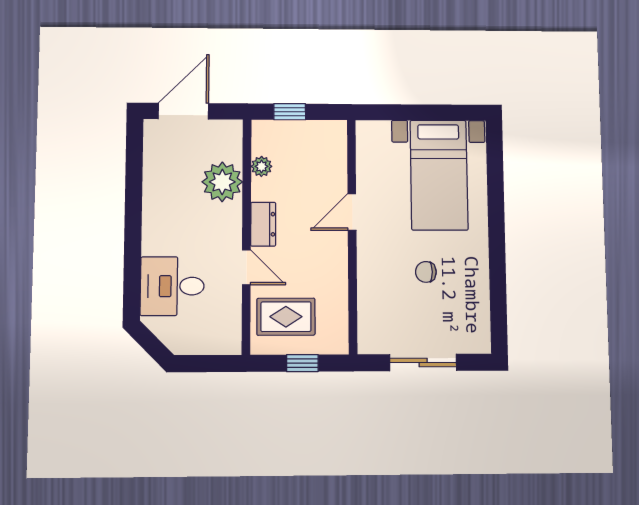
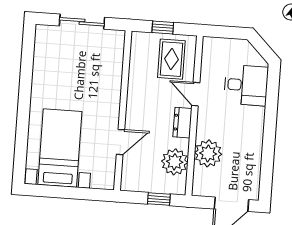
plant: (261, 166) -> (175, 162), width x1.87, depth x1.87
door: (352, 212) -> (121, 142), moved
chair: (426, 272) -> (75, 82), removed
rug: (286, 317) -> (171, 59), turned 90

